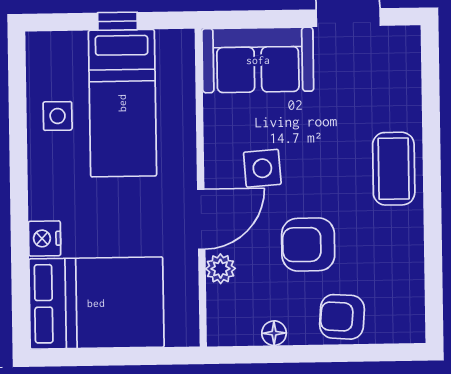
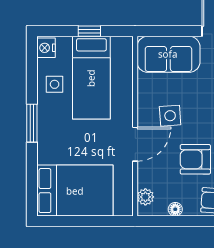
window: (19, 185) -> (32, 123), added
nightstand: (45, 238) -> (46, 48), moved
plant: (221, 269) -> (145, 197), moved

